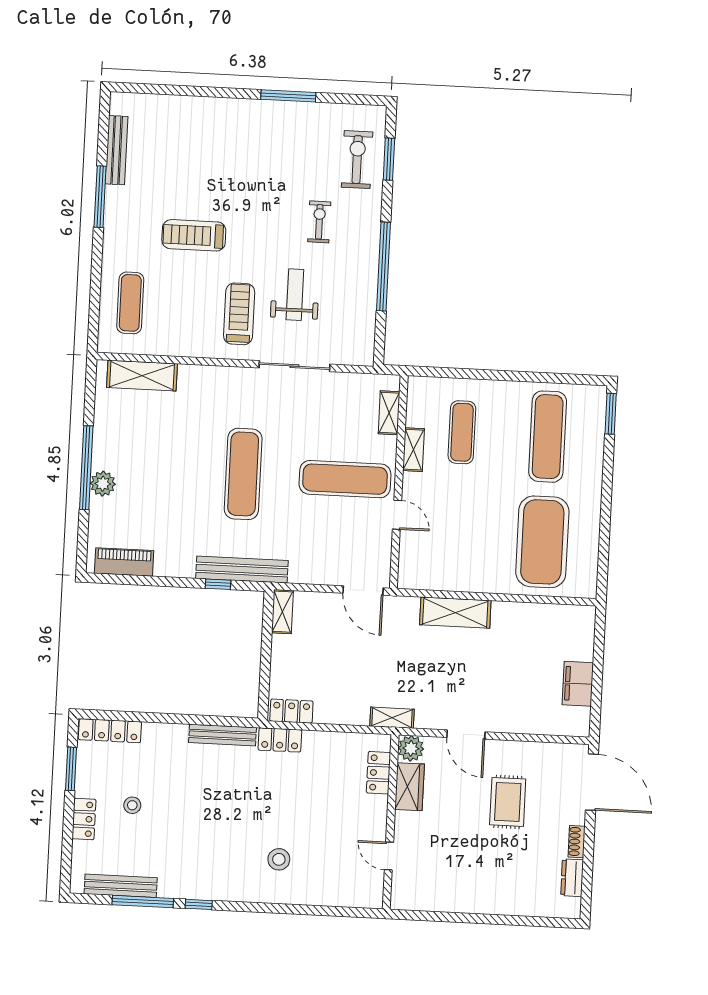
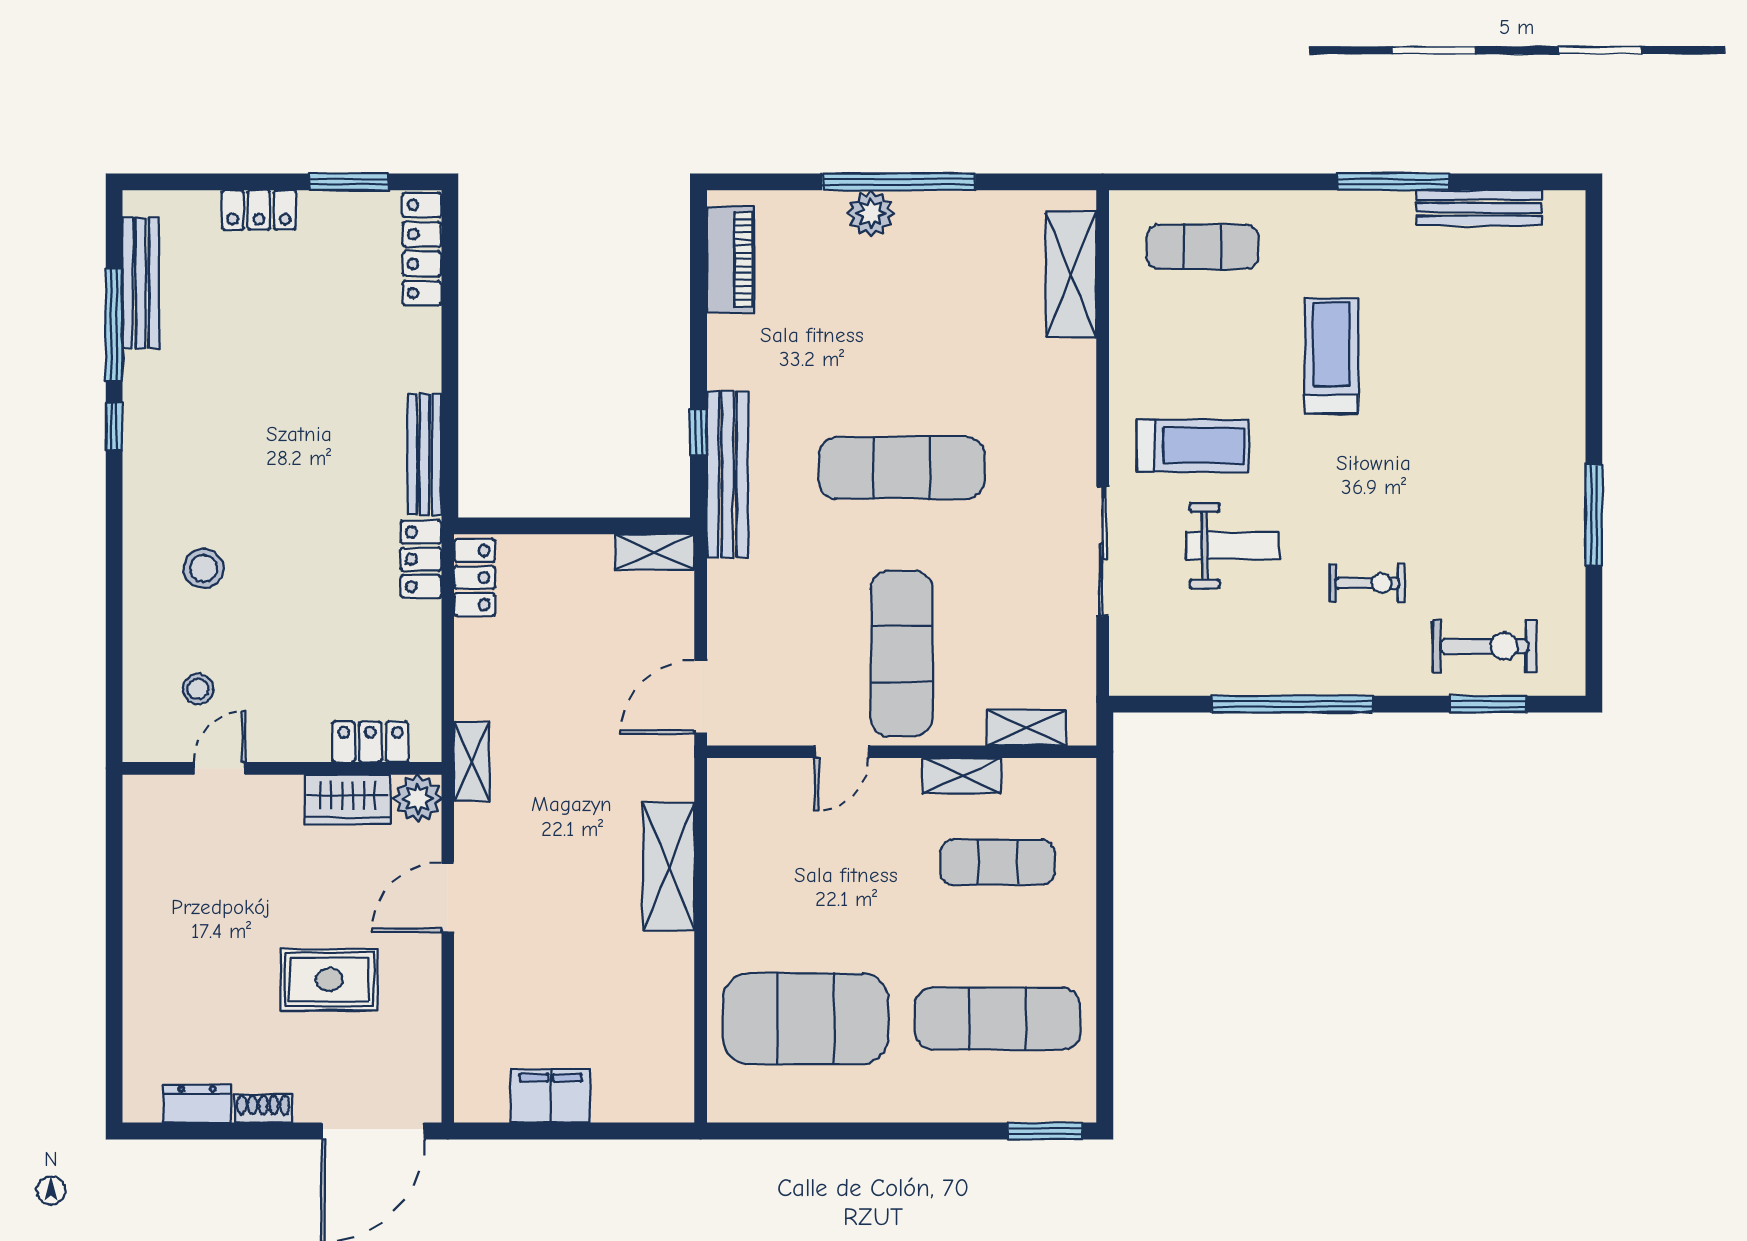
stool: (132, 805) -> (198, 689), moved

